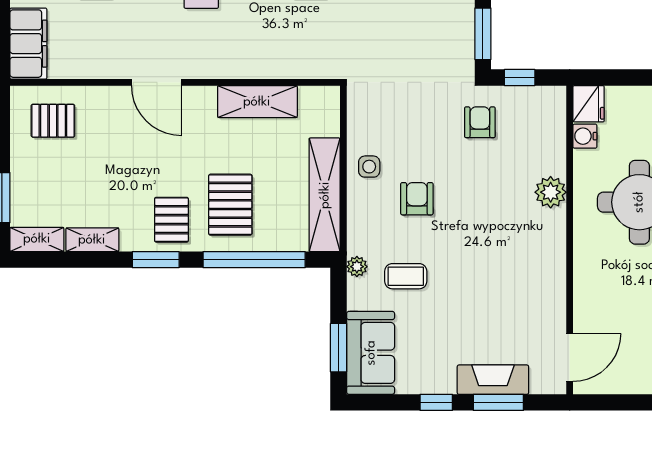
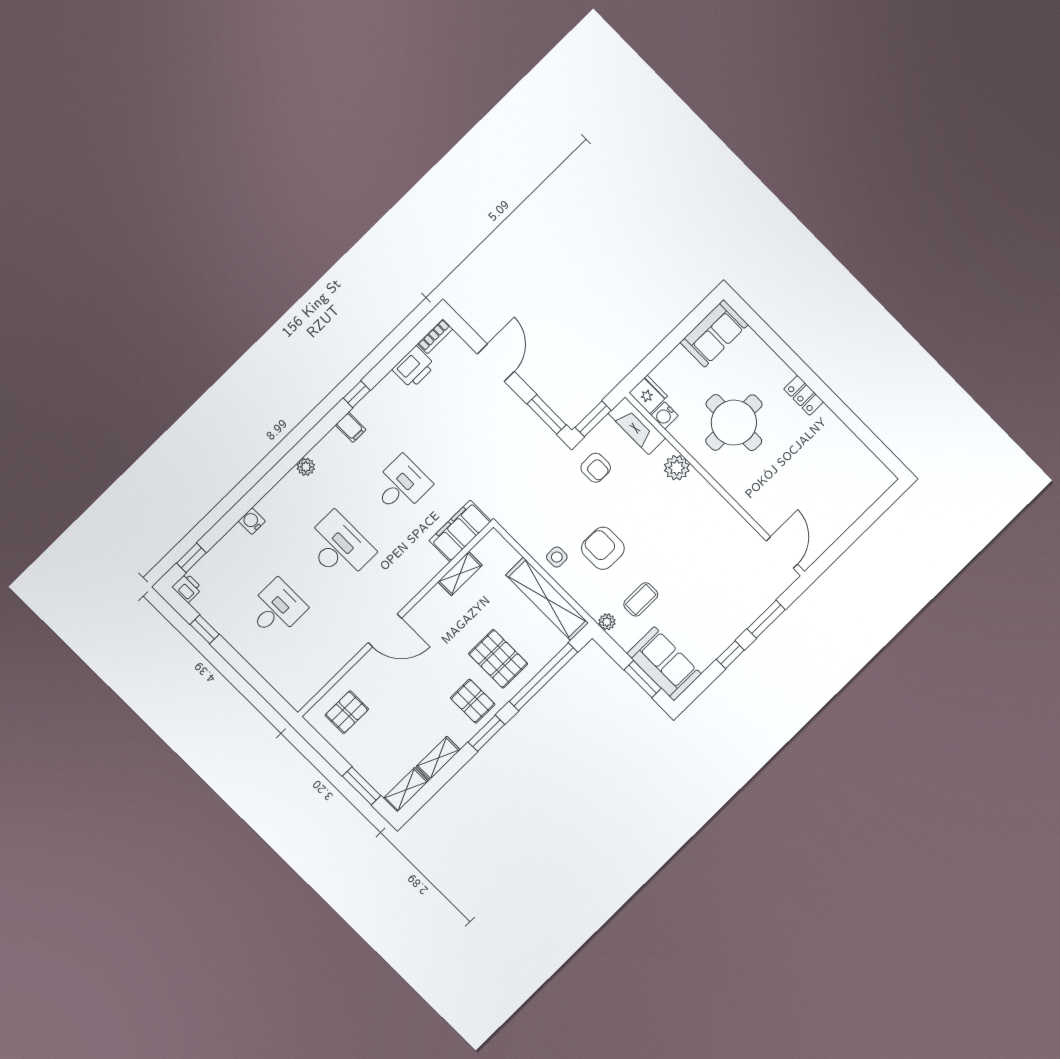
filing cabinet: (28, 44) -> (460, 531), moved, turned -90
window: (520, 78) -> (593, 419), width x1.50
shelving: (257, 102) -> (460, 574), width x0.67, depth x0.75
armchair: (480, 122) -> (596, 468), turned 180
armchair: (417, 199) -> (603, 548), width x1.38, depth x1.38
fireplace: (493, 380) -> (637, 426), moved, turned -90

